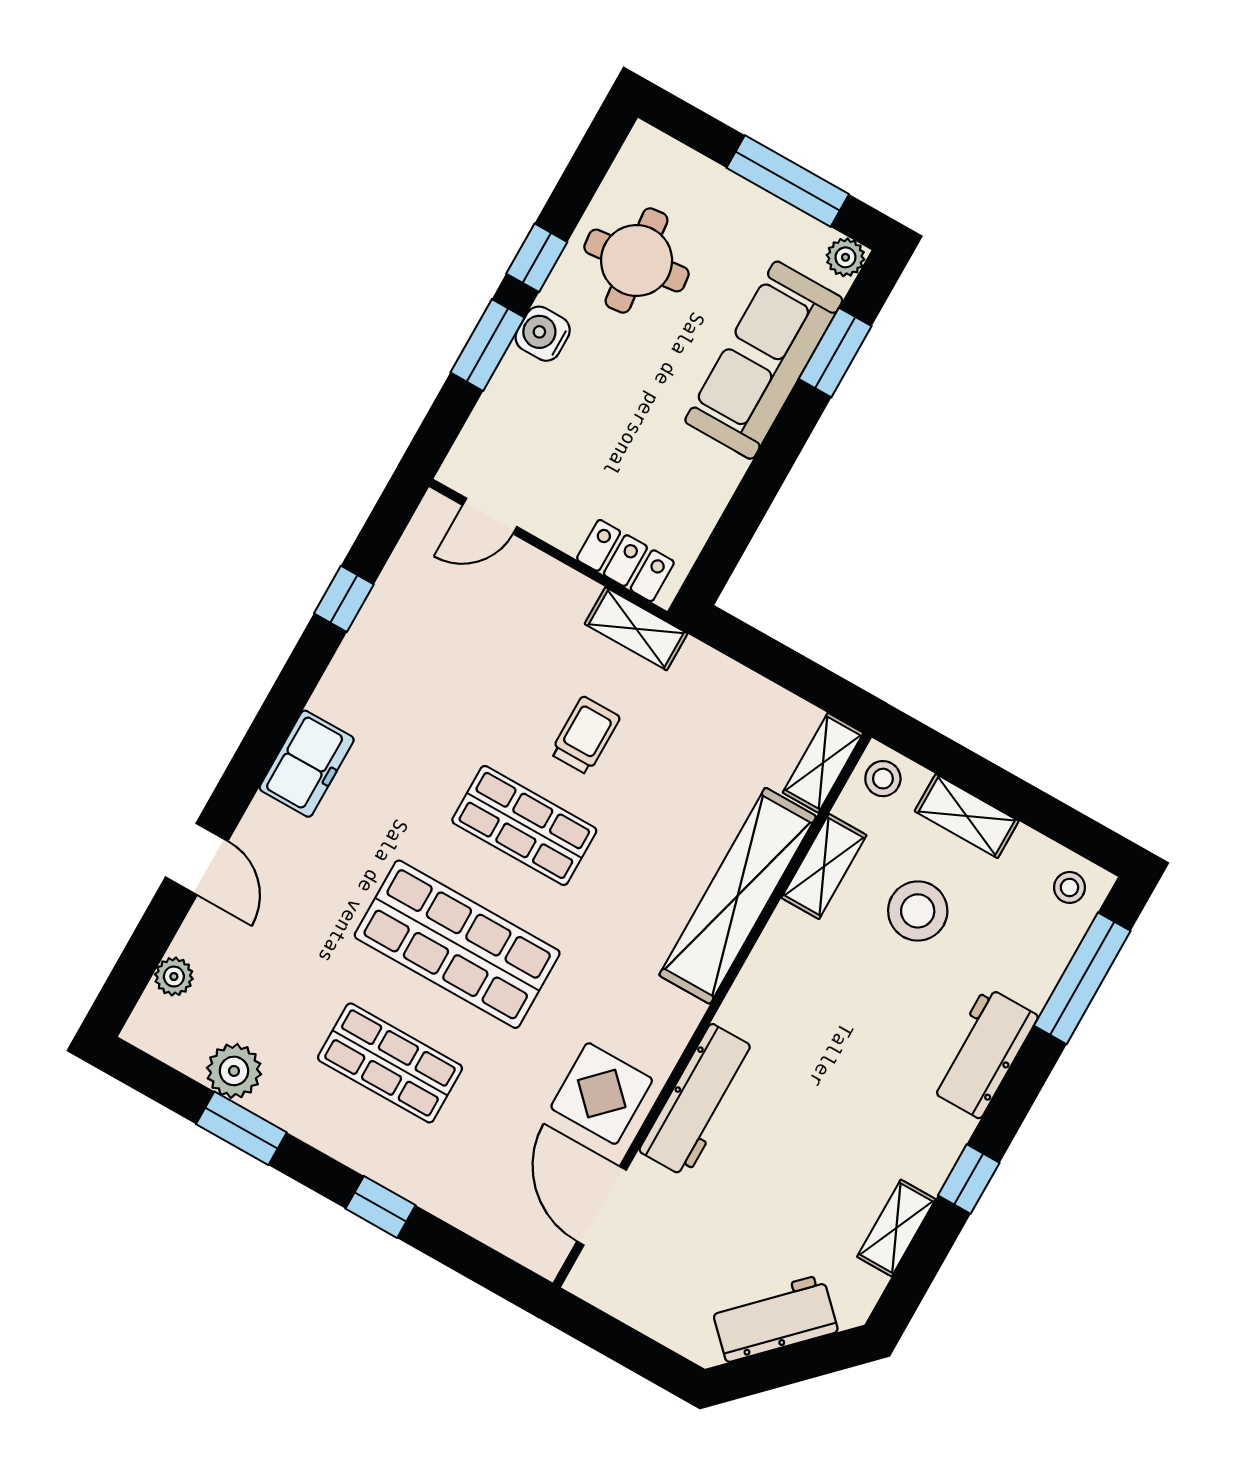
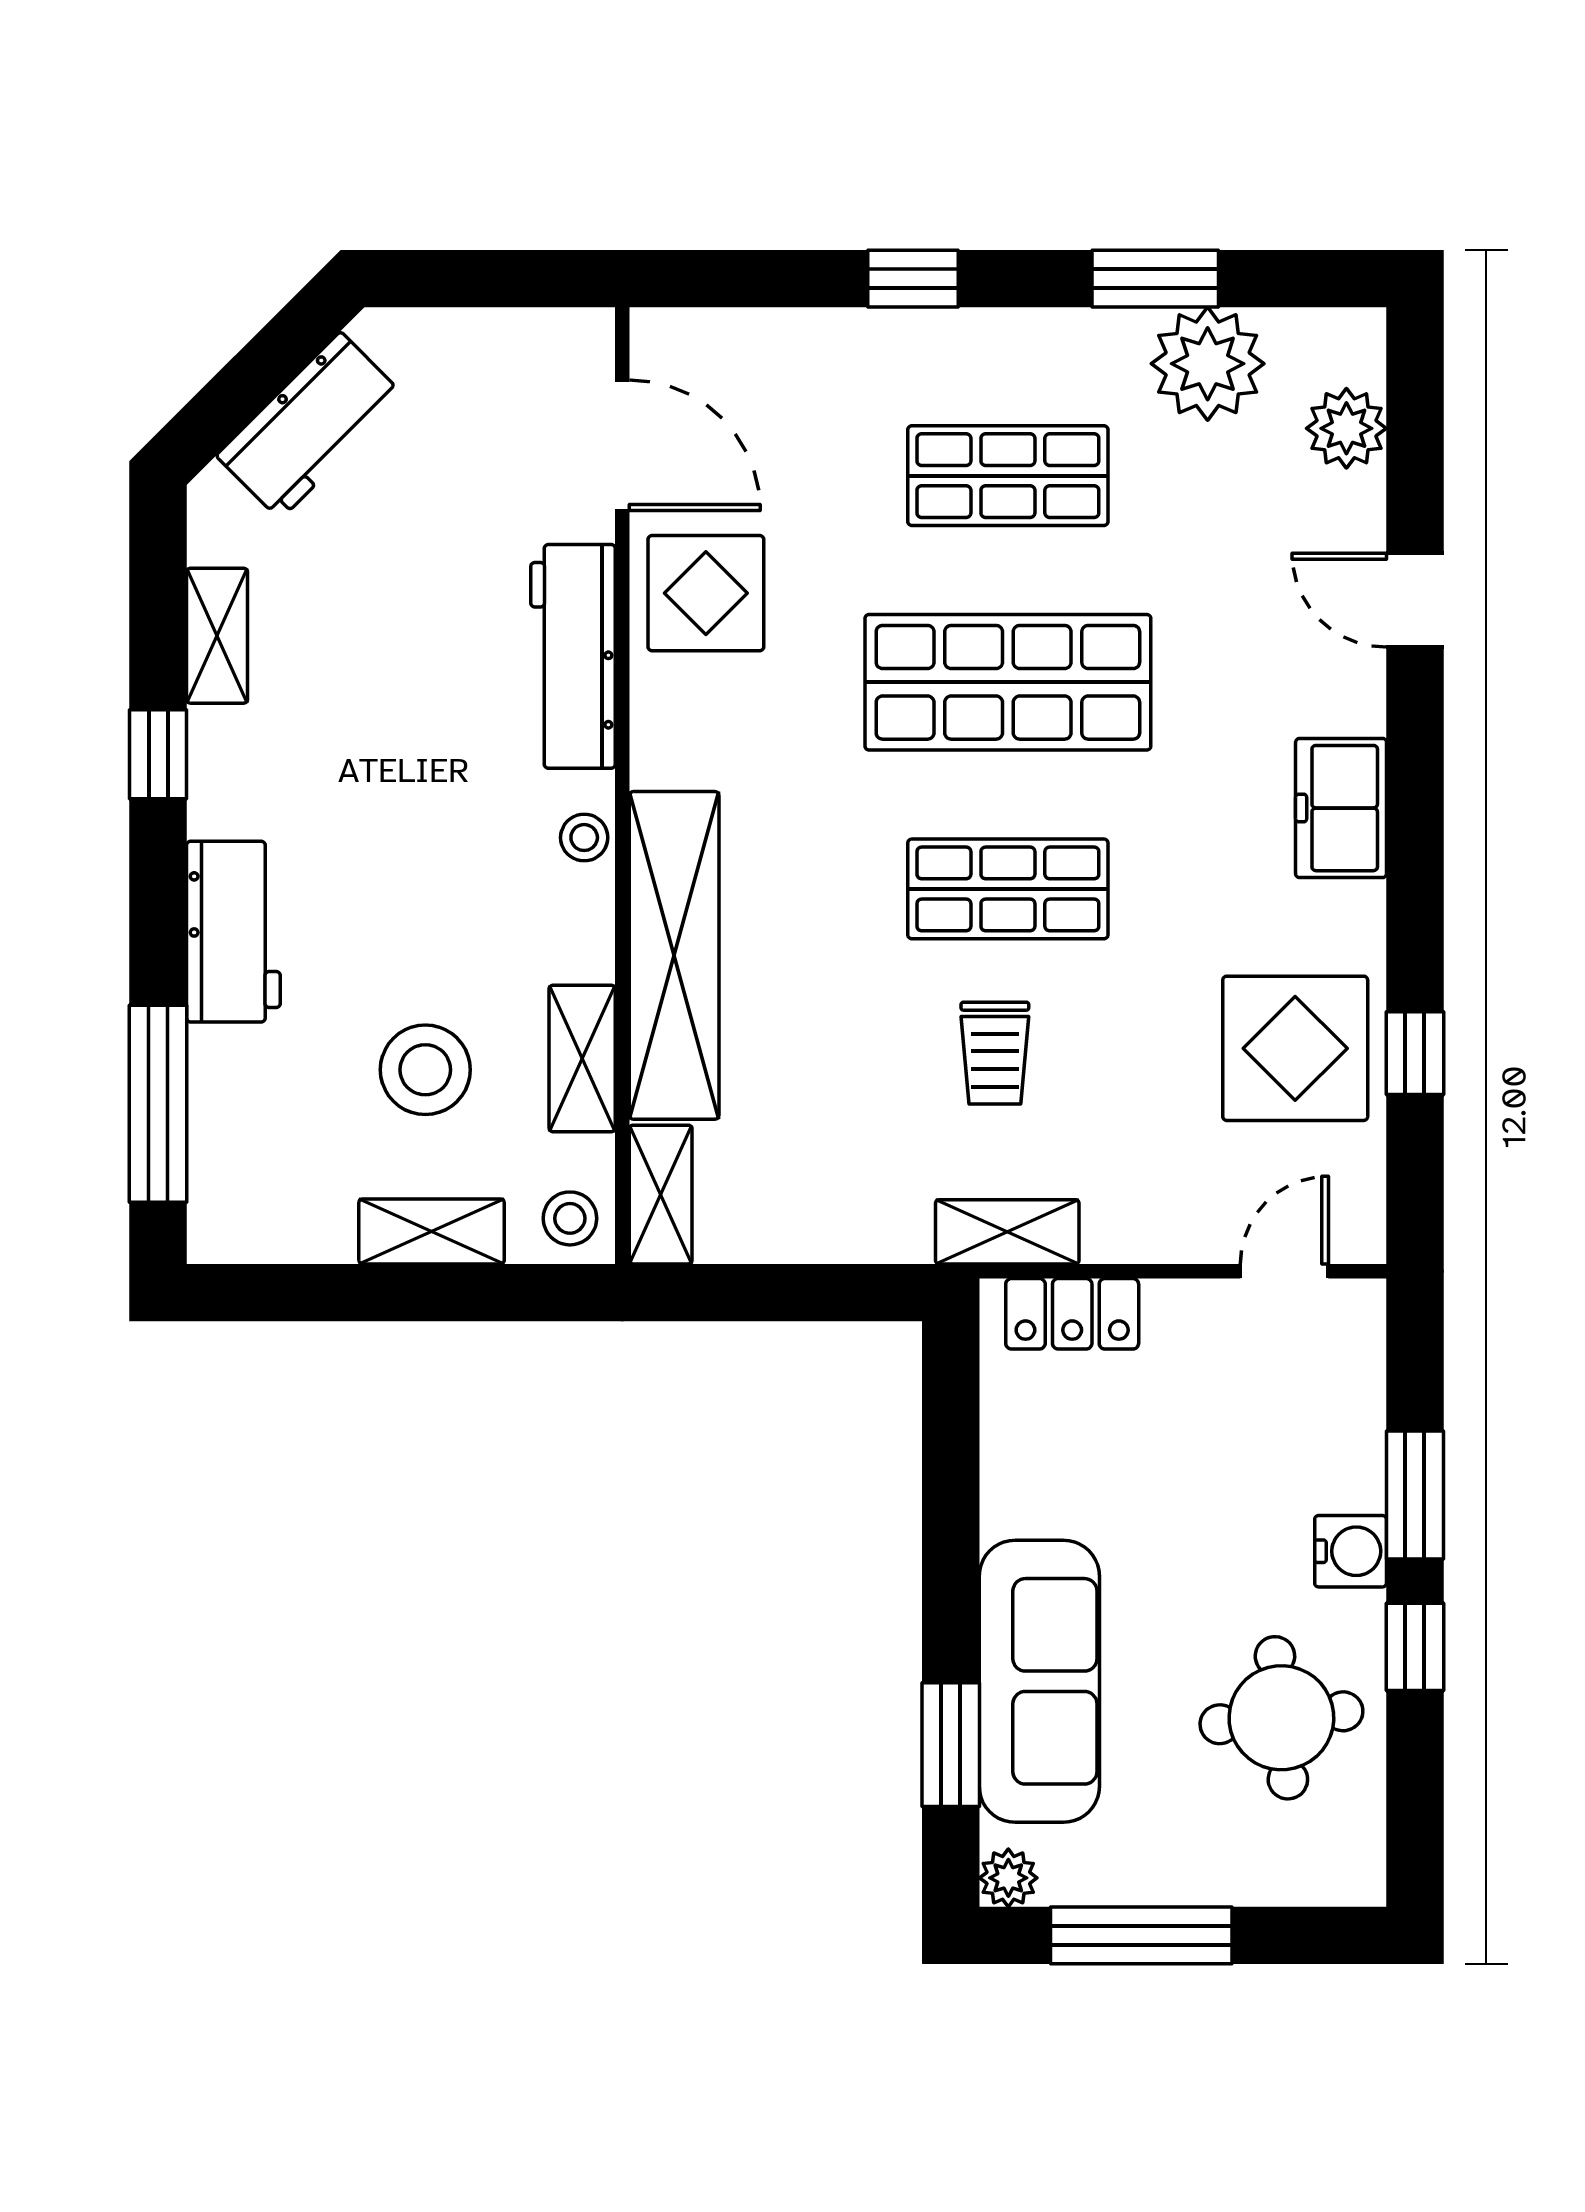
display table: (411, 641) -> (1295, 1048), added
stool: (1069, 887) -> (584, 838), moved
plant: (174, 977) -> (1346, 428), width x1.38, depth x1.38
plant: (234, 1071) -> (1208, 364), width x1.36, depth x1.36

